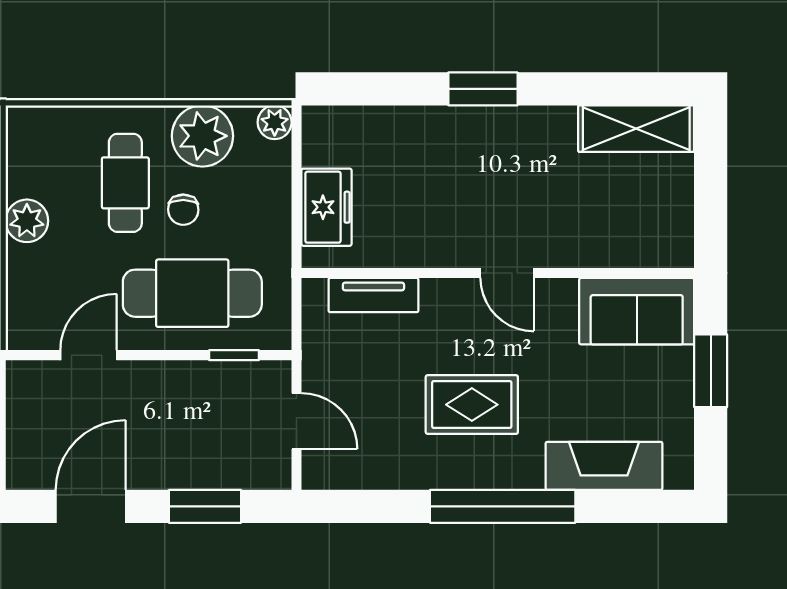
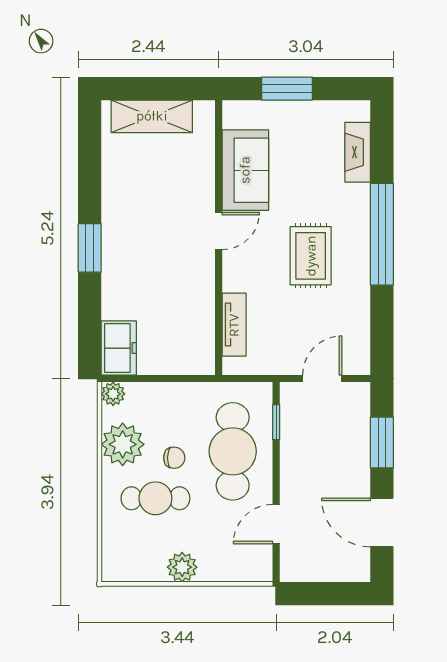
shelving: (636, 129) -> (152, 116), moved, turned 90
freezer: (326, 207) -> (119, 348), moved, turned 90
sofa: (637, 311) -> (245, 170), moved
door: (88, 355) -> (276, 524), hinge flipped
fireplace: (604, 466) -> (358, 152), width x0.73, depth x0.76

